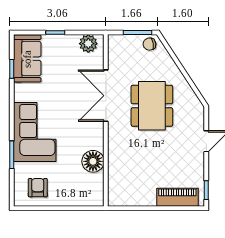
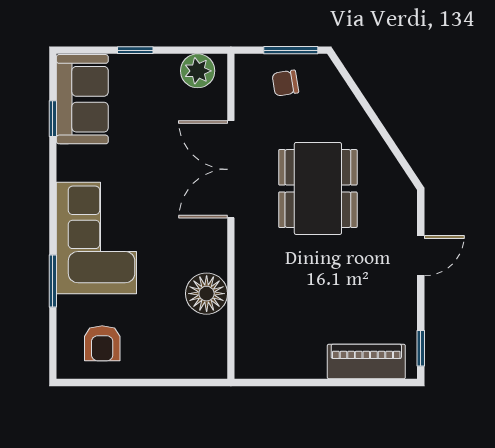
chair: (149, 44) -> (285, 83), moved
armchair: (38, 188) -> (102, 343), turned 180

